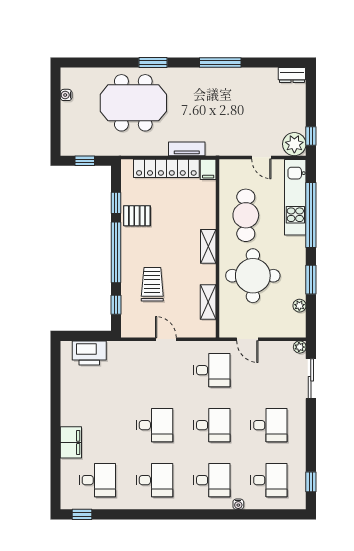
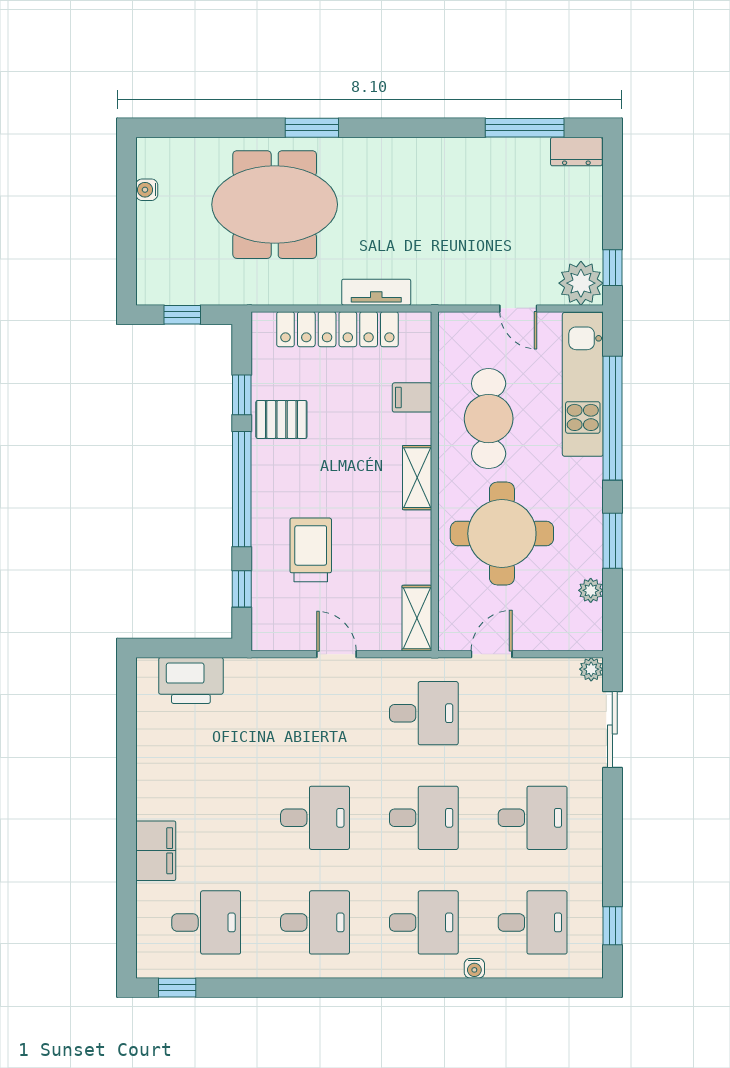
window: (220, 62) -> (525, 128), moved
filing cabinet: (208, 169) -> (412, 397), moved, turned 90
shelving: (208, 302) -> (417, 618), moved
door: (247, 339) -> (492, 654), swing flipped

